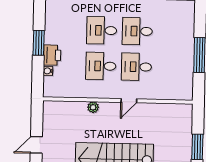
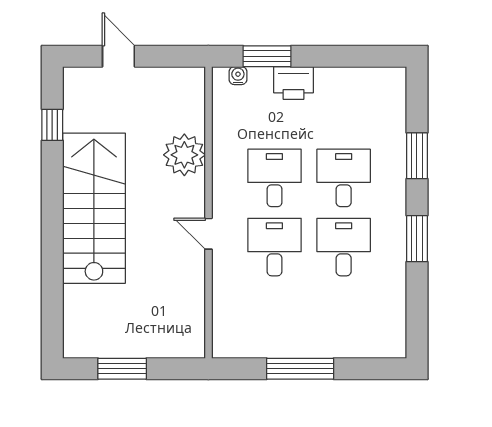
window: (39, 43) -> (267, 56), moved
water cooler: (48, 71) -> (238, 76), moved
plant: (93, 107) -> (184, 155), width x1.88, depth x1.88

